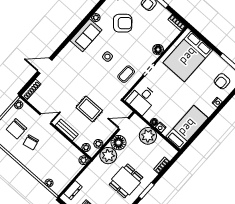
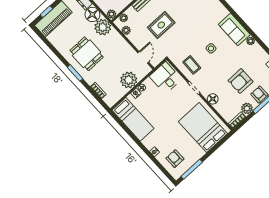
plant: (164, 14) -> (247, 108), added
armchair: (123, 23) -> (241, 81), moved, turned 41
floor lamp: (118, 143) -> (92, 14), moved
plant: (108, 156) -> (103, 27), moved

